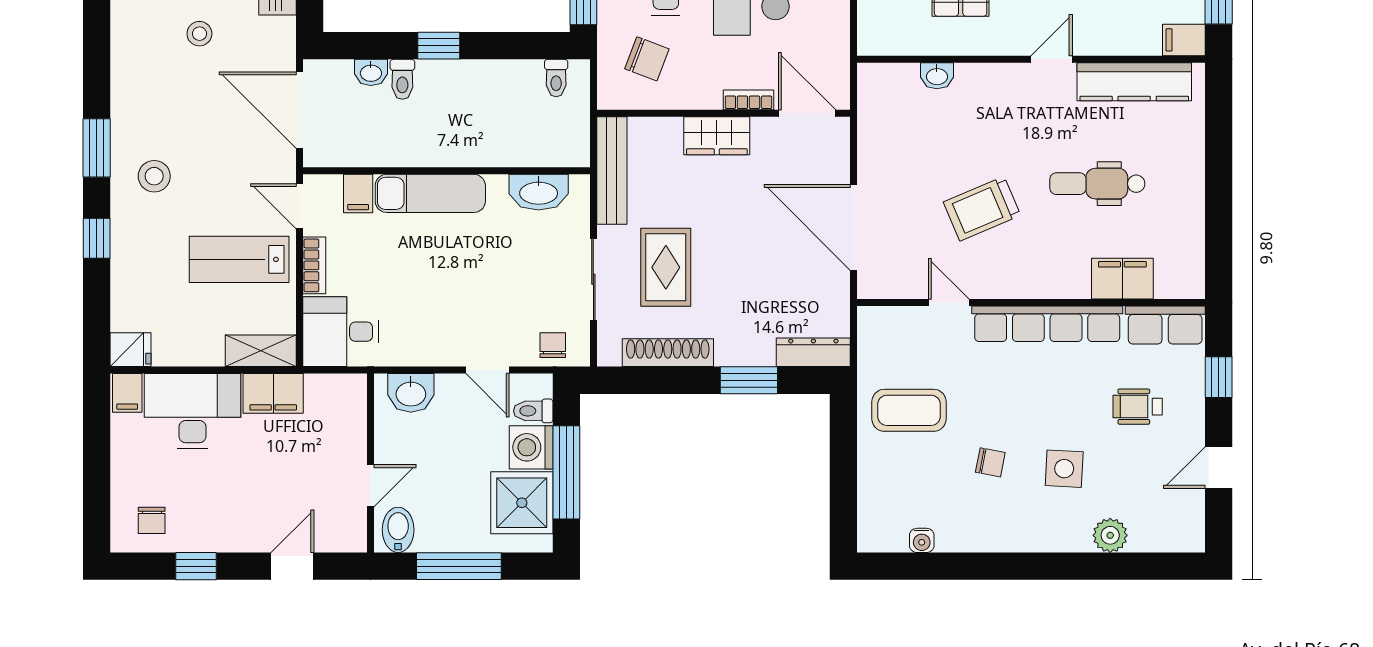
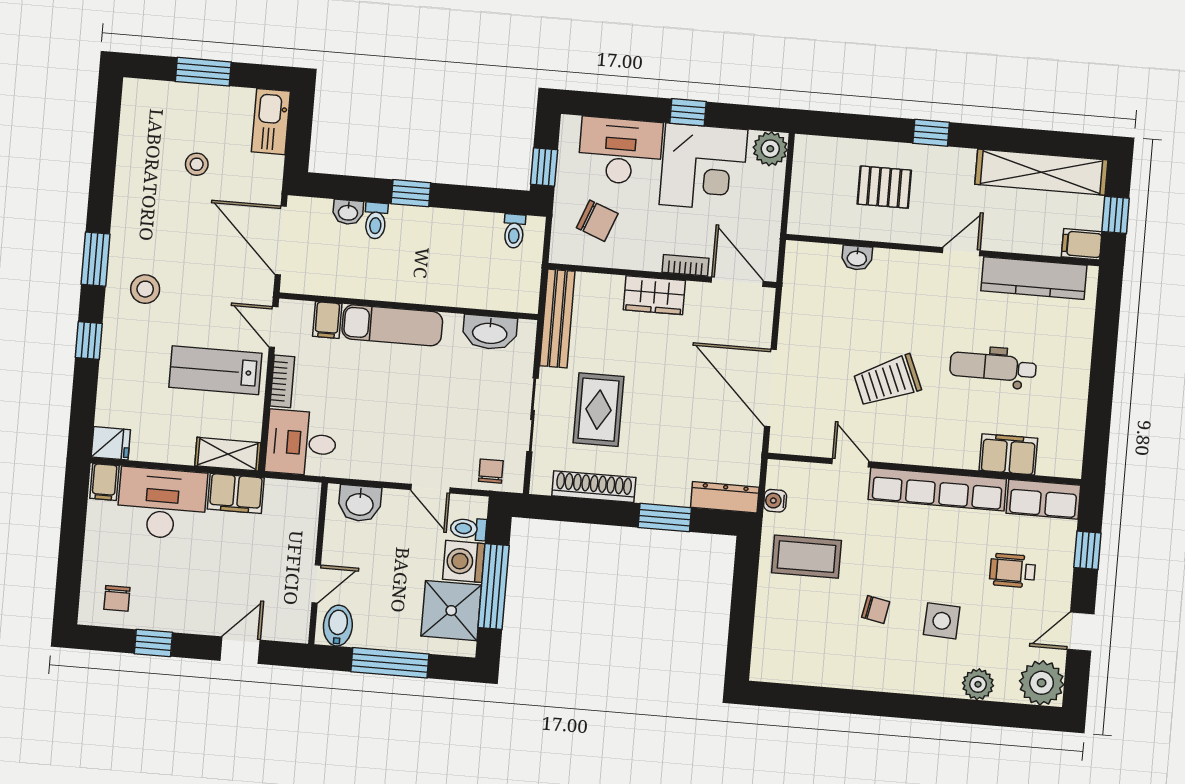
plant: (1180, 528) -> (1042, 683), added
water cooler: (922, 540) -> (775, 501), moved, turned 90

